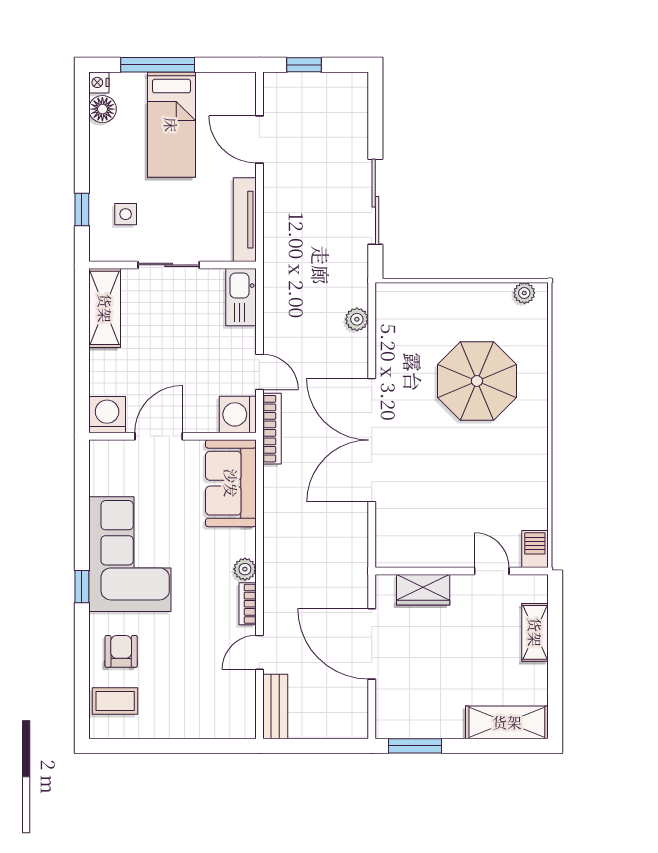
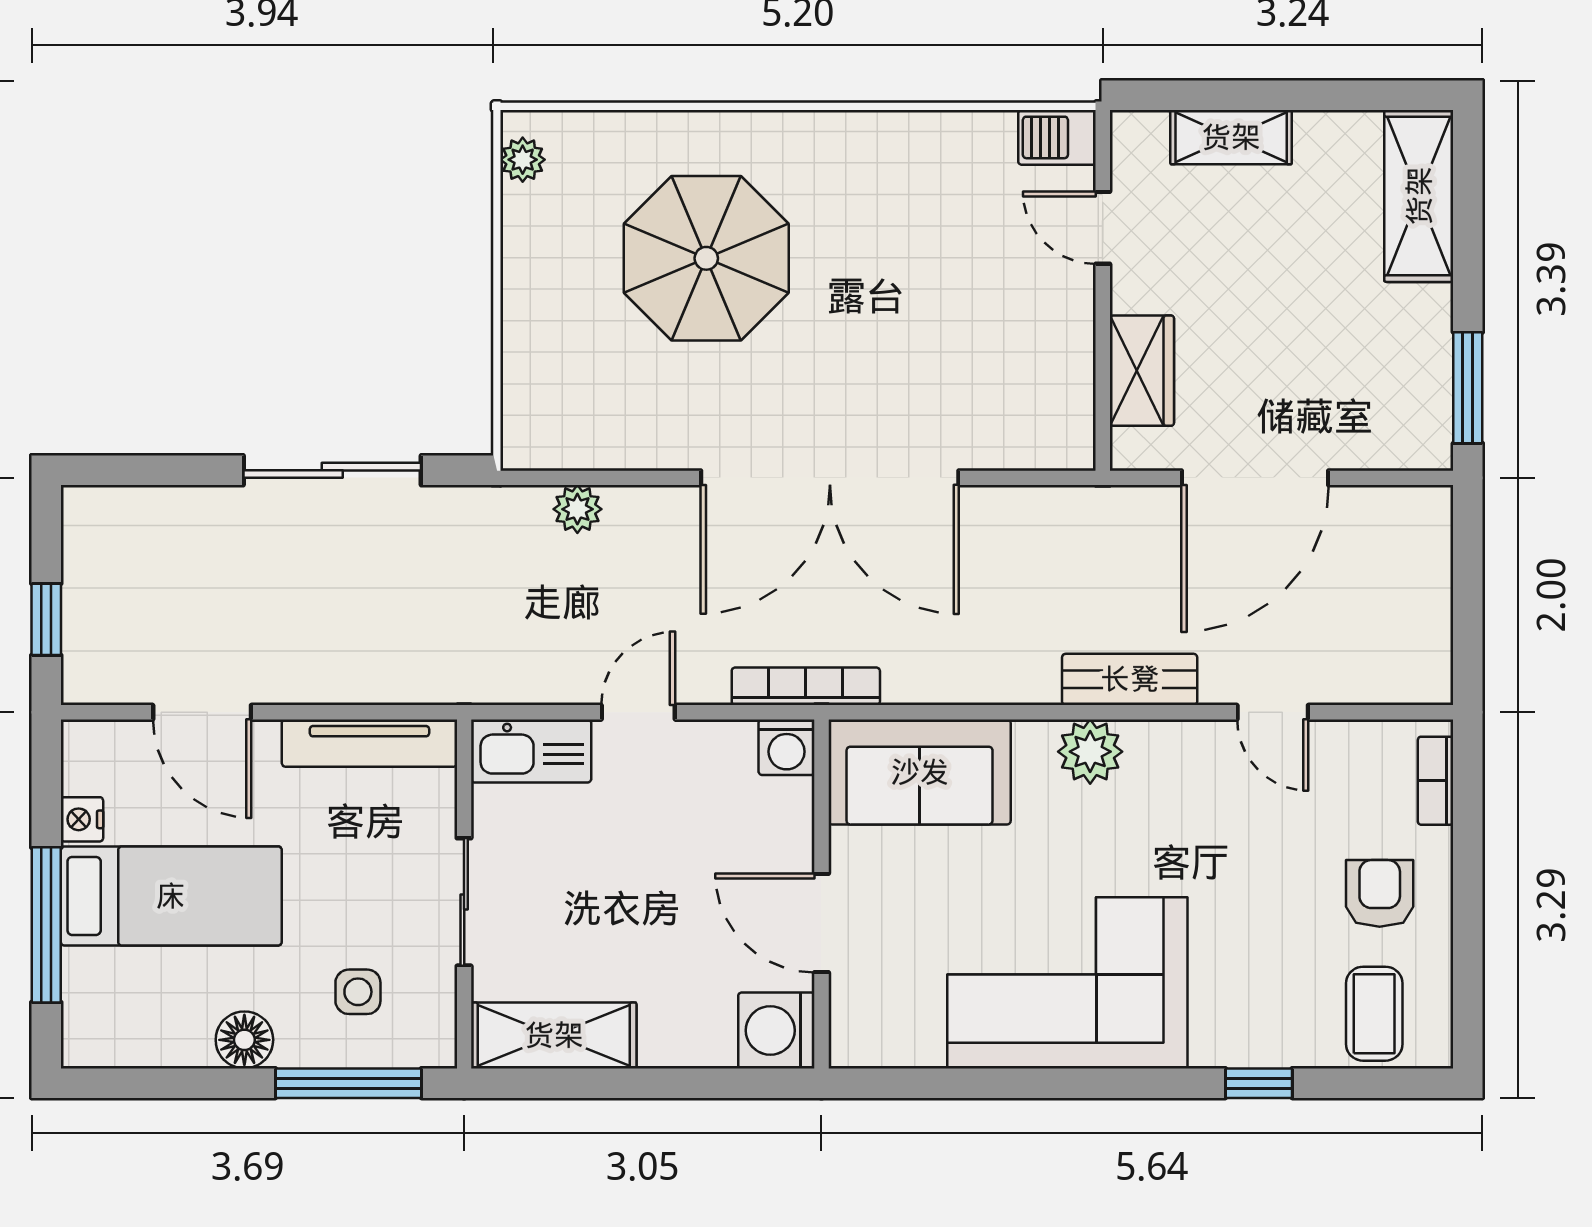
nightstand: (99, 82) -> (82, 819), moved, turned 90
floor lamp: (102, 109) -> (244, 1040), moved
door: (259, 139) -> (202, 712), hinge flipped
window: (82, 210) -> (348, 1083), width x2.17
door: (259, 372) -> (638, 712), moved
washing machine: (238, 414) -> (787, 747), width x0.73, depth x0.73
plant: (245, 569) -> (1090, 752), width x1.38, depth x1.38
door: (492, 571) -> (1103, 228), hinge flipped
window: (82, 587) -> (1259, 1083), moved
bookcase: (248, 604) -> (1435, 781), moved, turned 90
armchair: (121, 651) -> (1380, 893), moved, turned 90
bench: (275, 707) -> (1130, 679), moved

